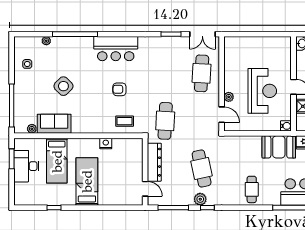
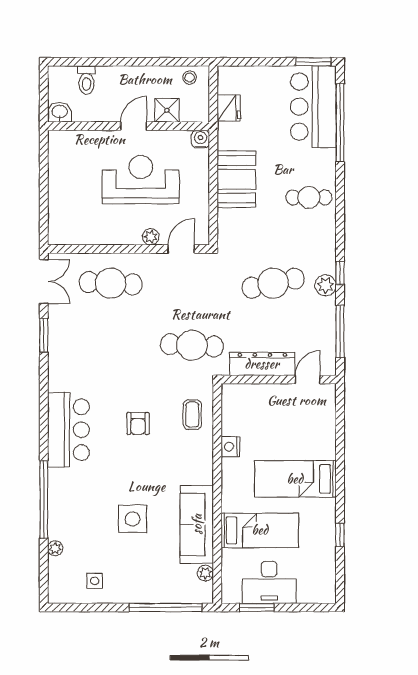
side table: (63, 86) -> (133, 519), turned 45
sofa: (54, 124) -> (197, 524), width x1.36
booth: (279, 147) -> (236, 179), moved

